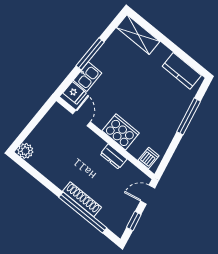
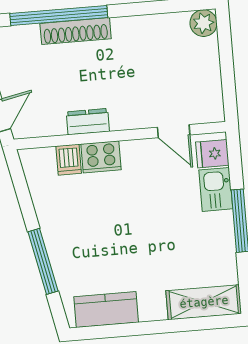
cooker: (121, 132) -> (101, 157), width x0.73, depth x0.76
dishwasher: (149, 158) -> (69, 160), moved

